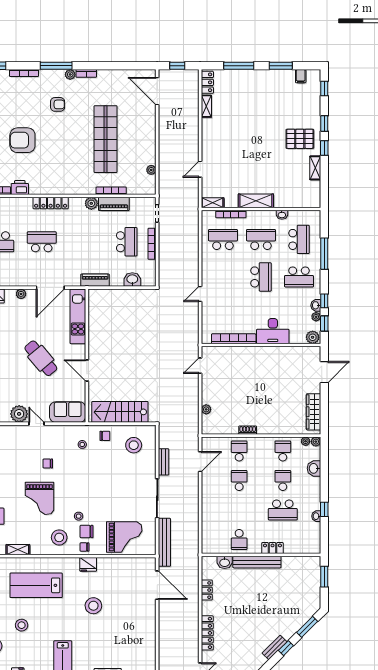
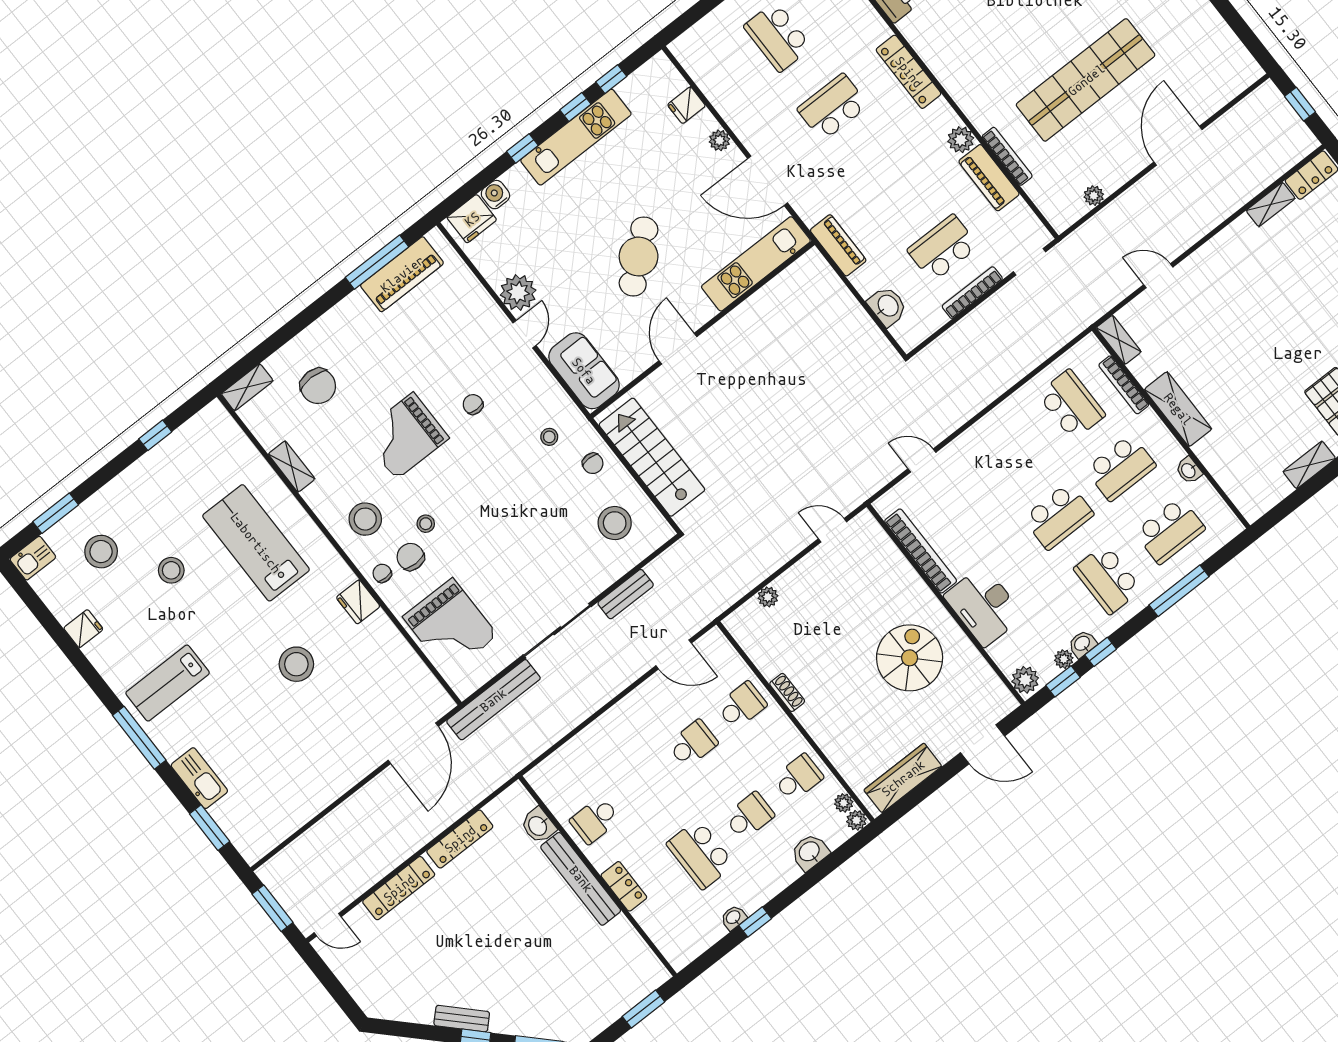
door: (157, 91) -> (1178, 146), moved
school desk: (261, 239) -> (1121, 468), turned 90
school desk: (42, 242) -> (833, 107), turned -90
school desk: (127, 242) -> (943, 248), turned 180
door: (200, 294) -> (922, 460), moved
spiral stairs: (270, 374) -> (910, 658), added
locker: (207, 590) -> (460, 839), width x1.53

